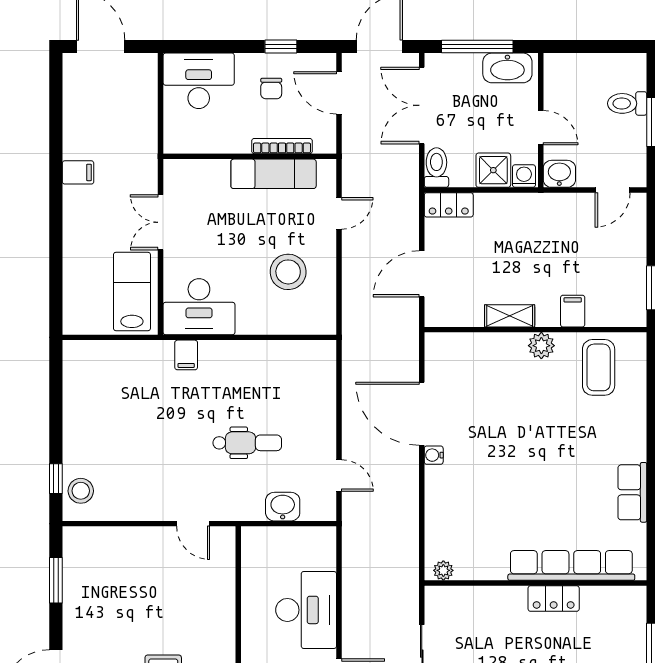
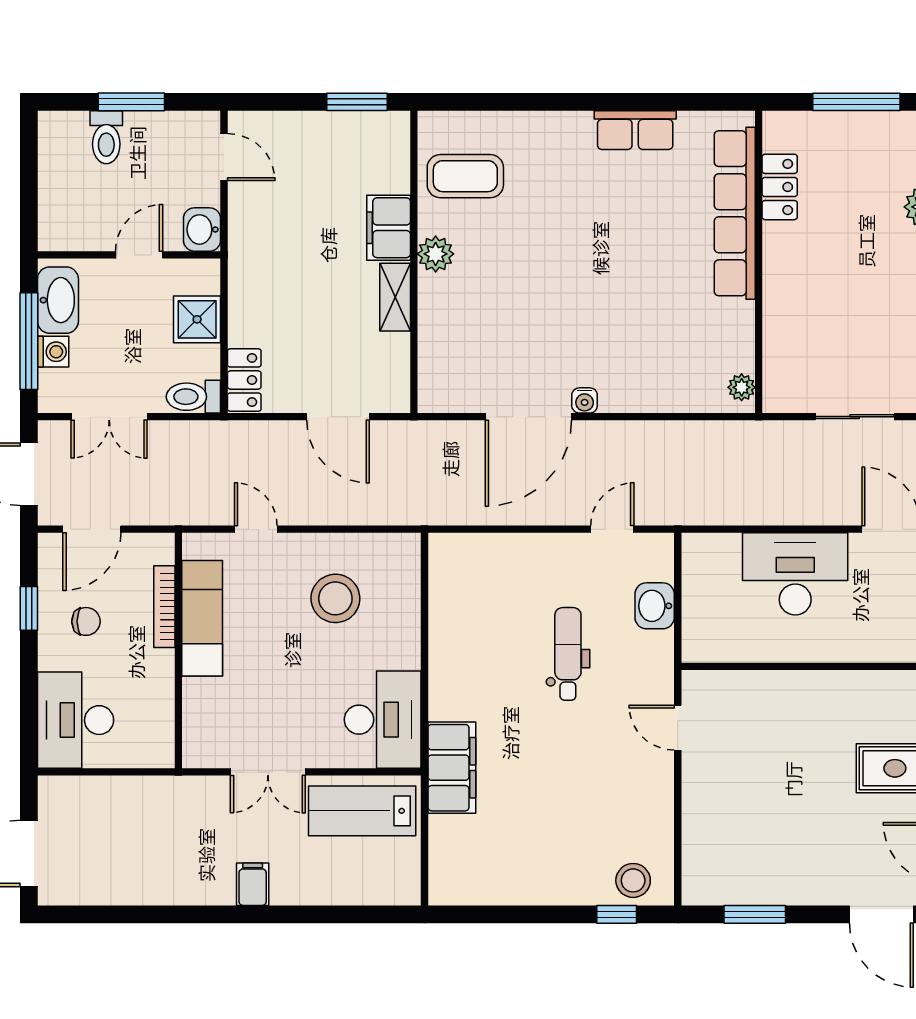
double door: (422, 105) -> (109, 417), width x0.73
filing cabinet: (78, 172) -> (253, 884), moved
washing machine: (524, 176) -> (53, 352), moved, turned 180
filing cabinet: (573, 311) -> (389, 228), width x2.00
filing cabinet: (186, 355) -> (452, 768), width x3.00, depth x1.17
door: (193, 524) -> (678, 728), swing flipped
locker: (554, 599) -> (780, 187), moved

